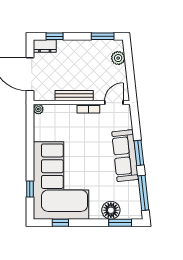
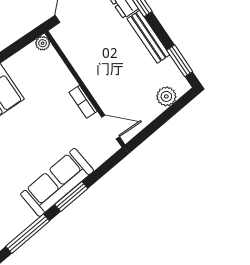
bench: (74, 96) -> (148, 37), moved

